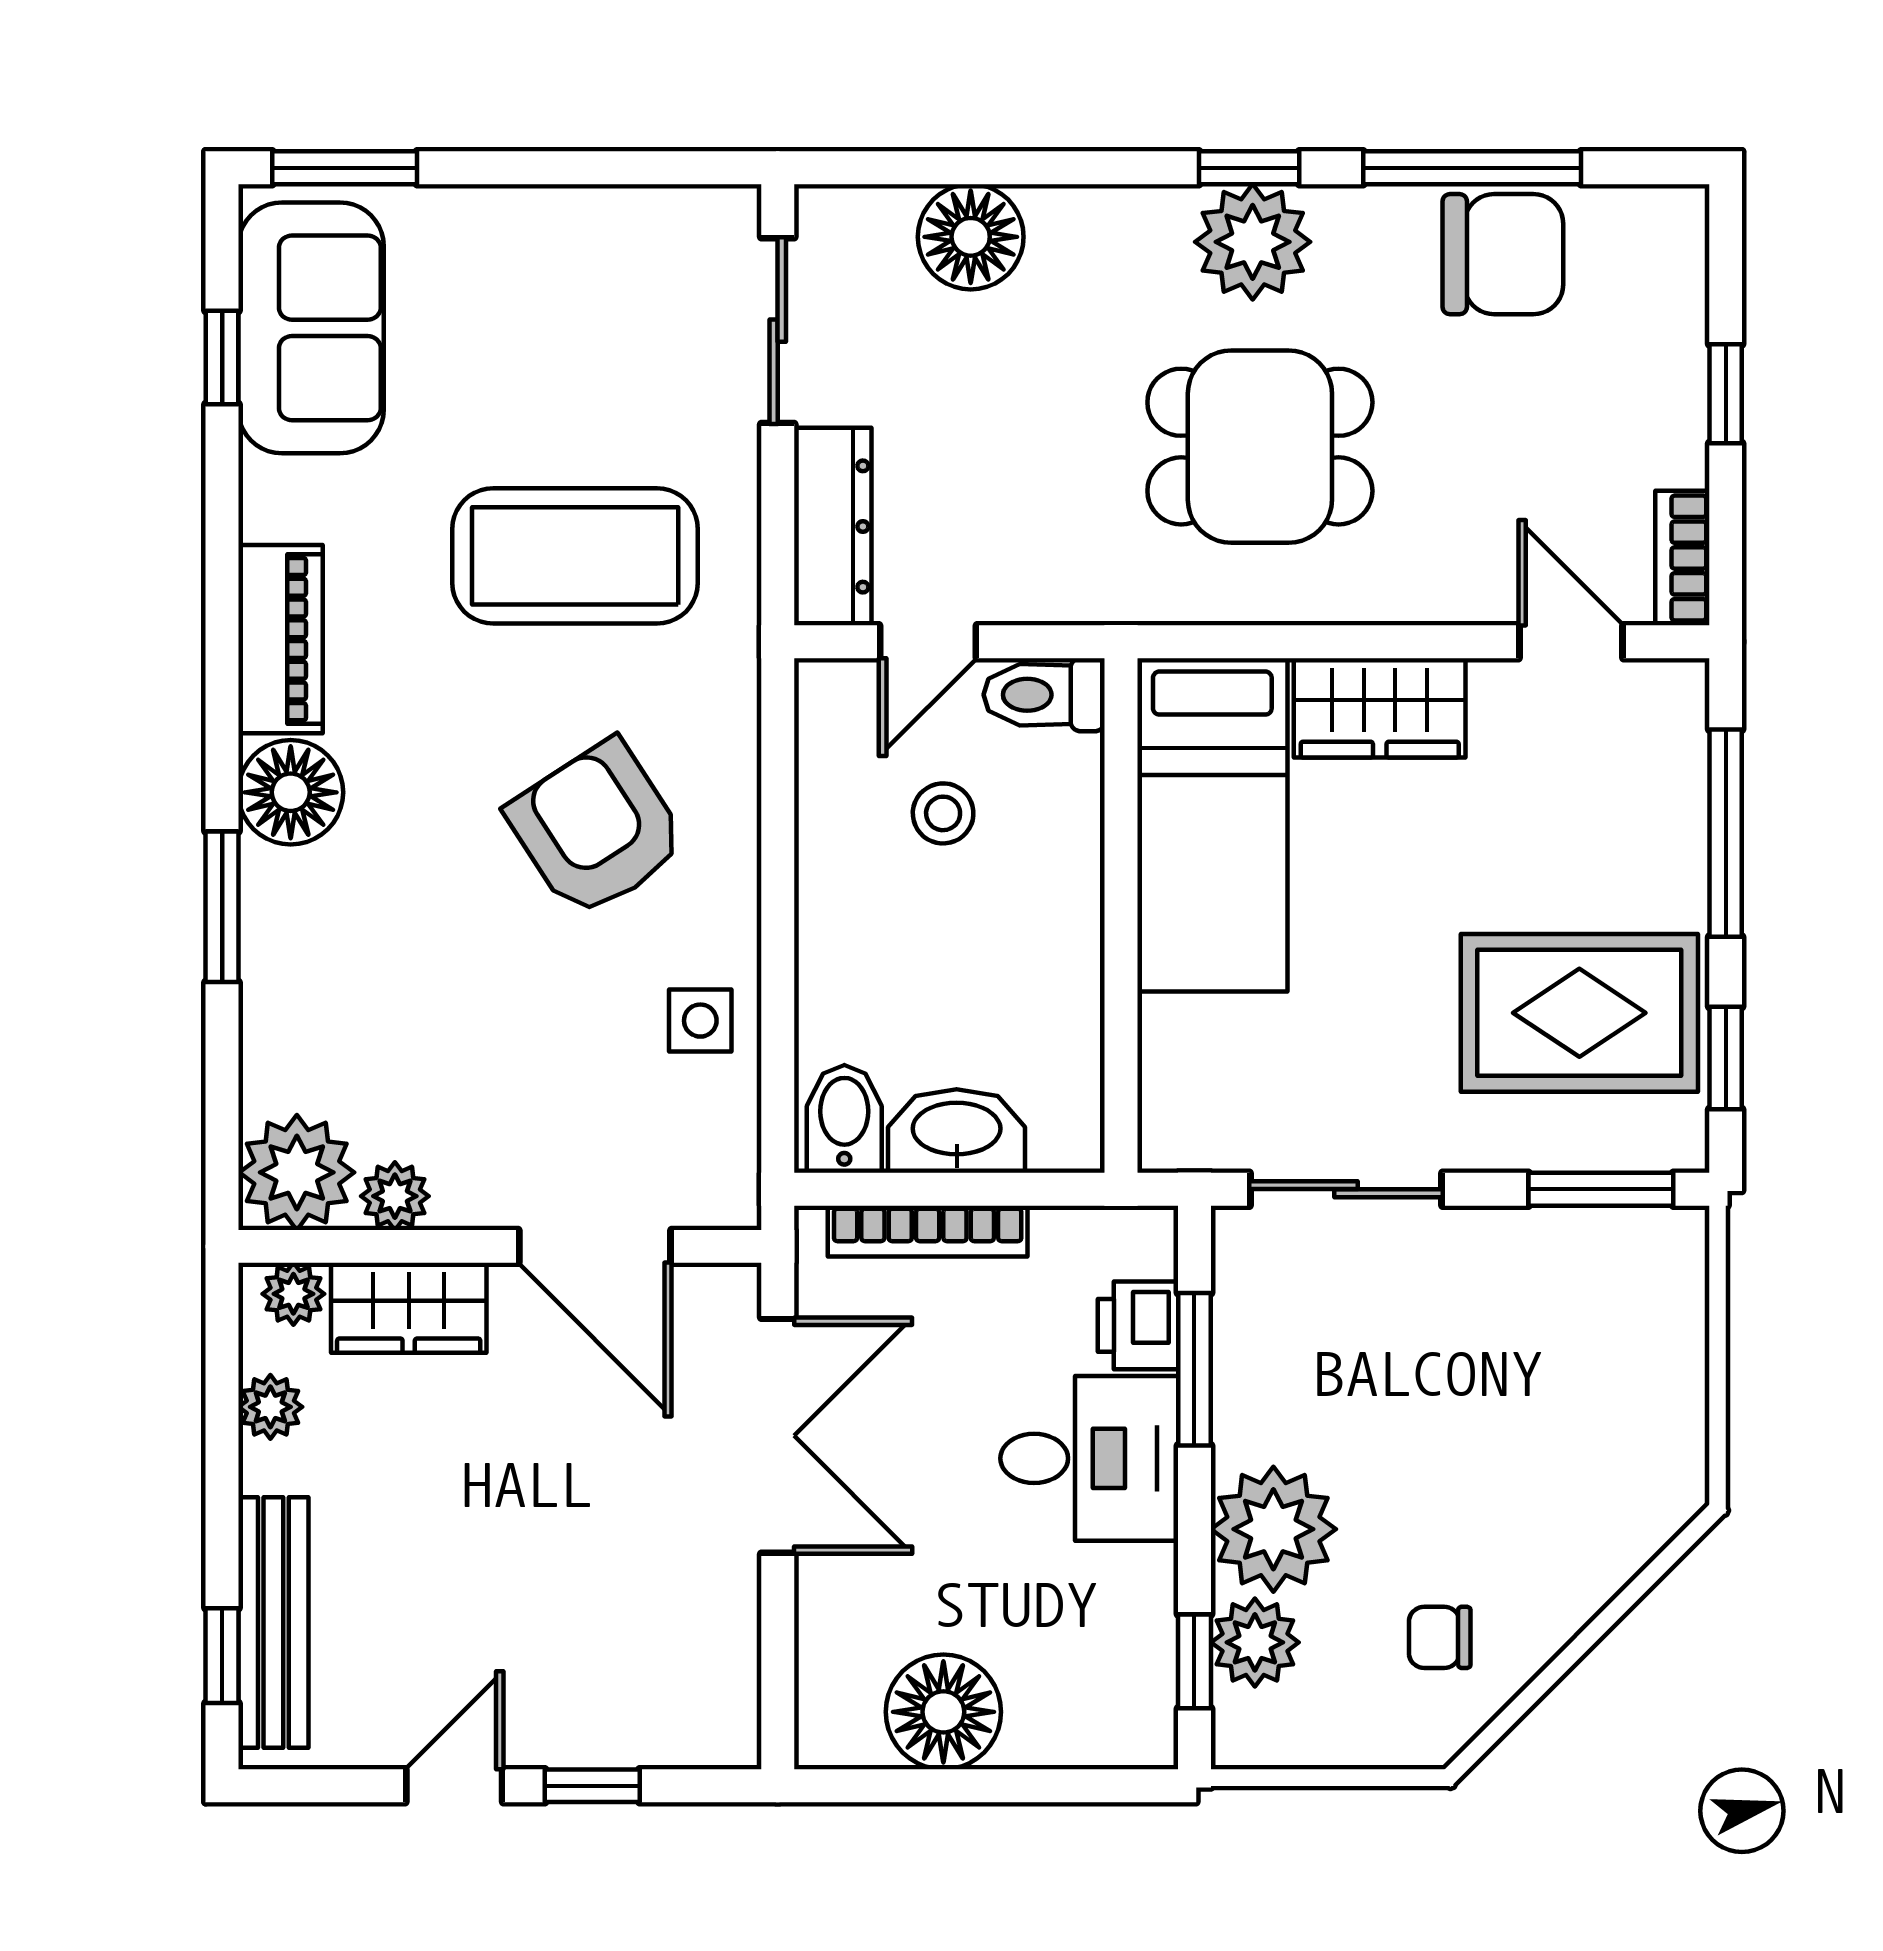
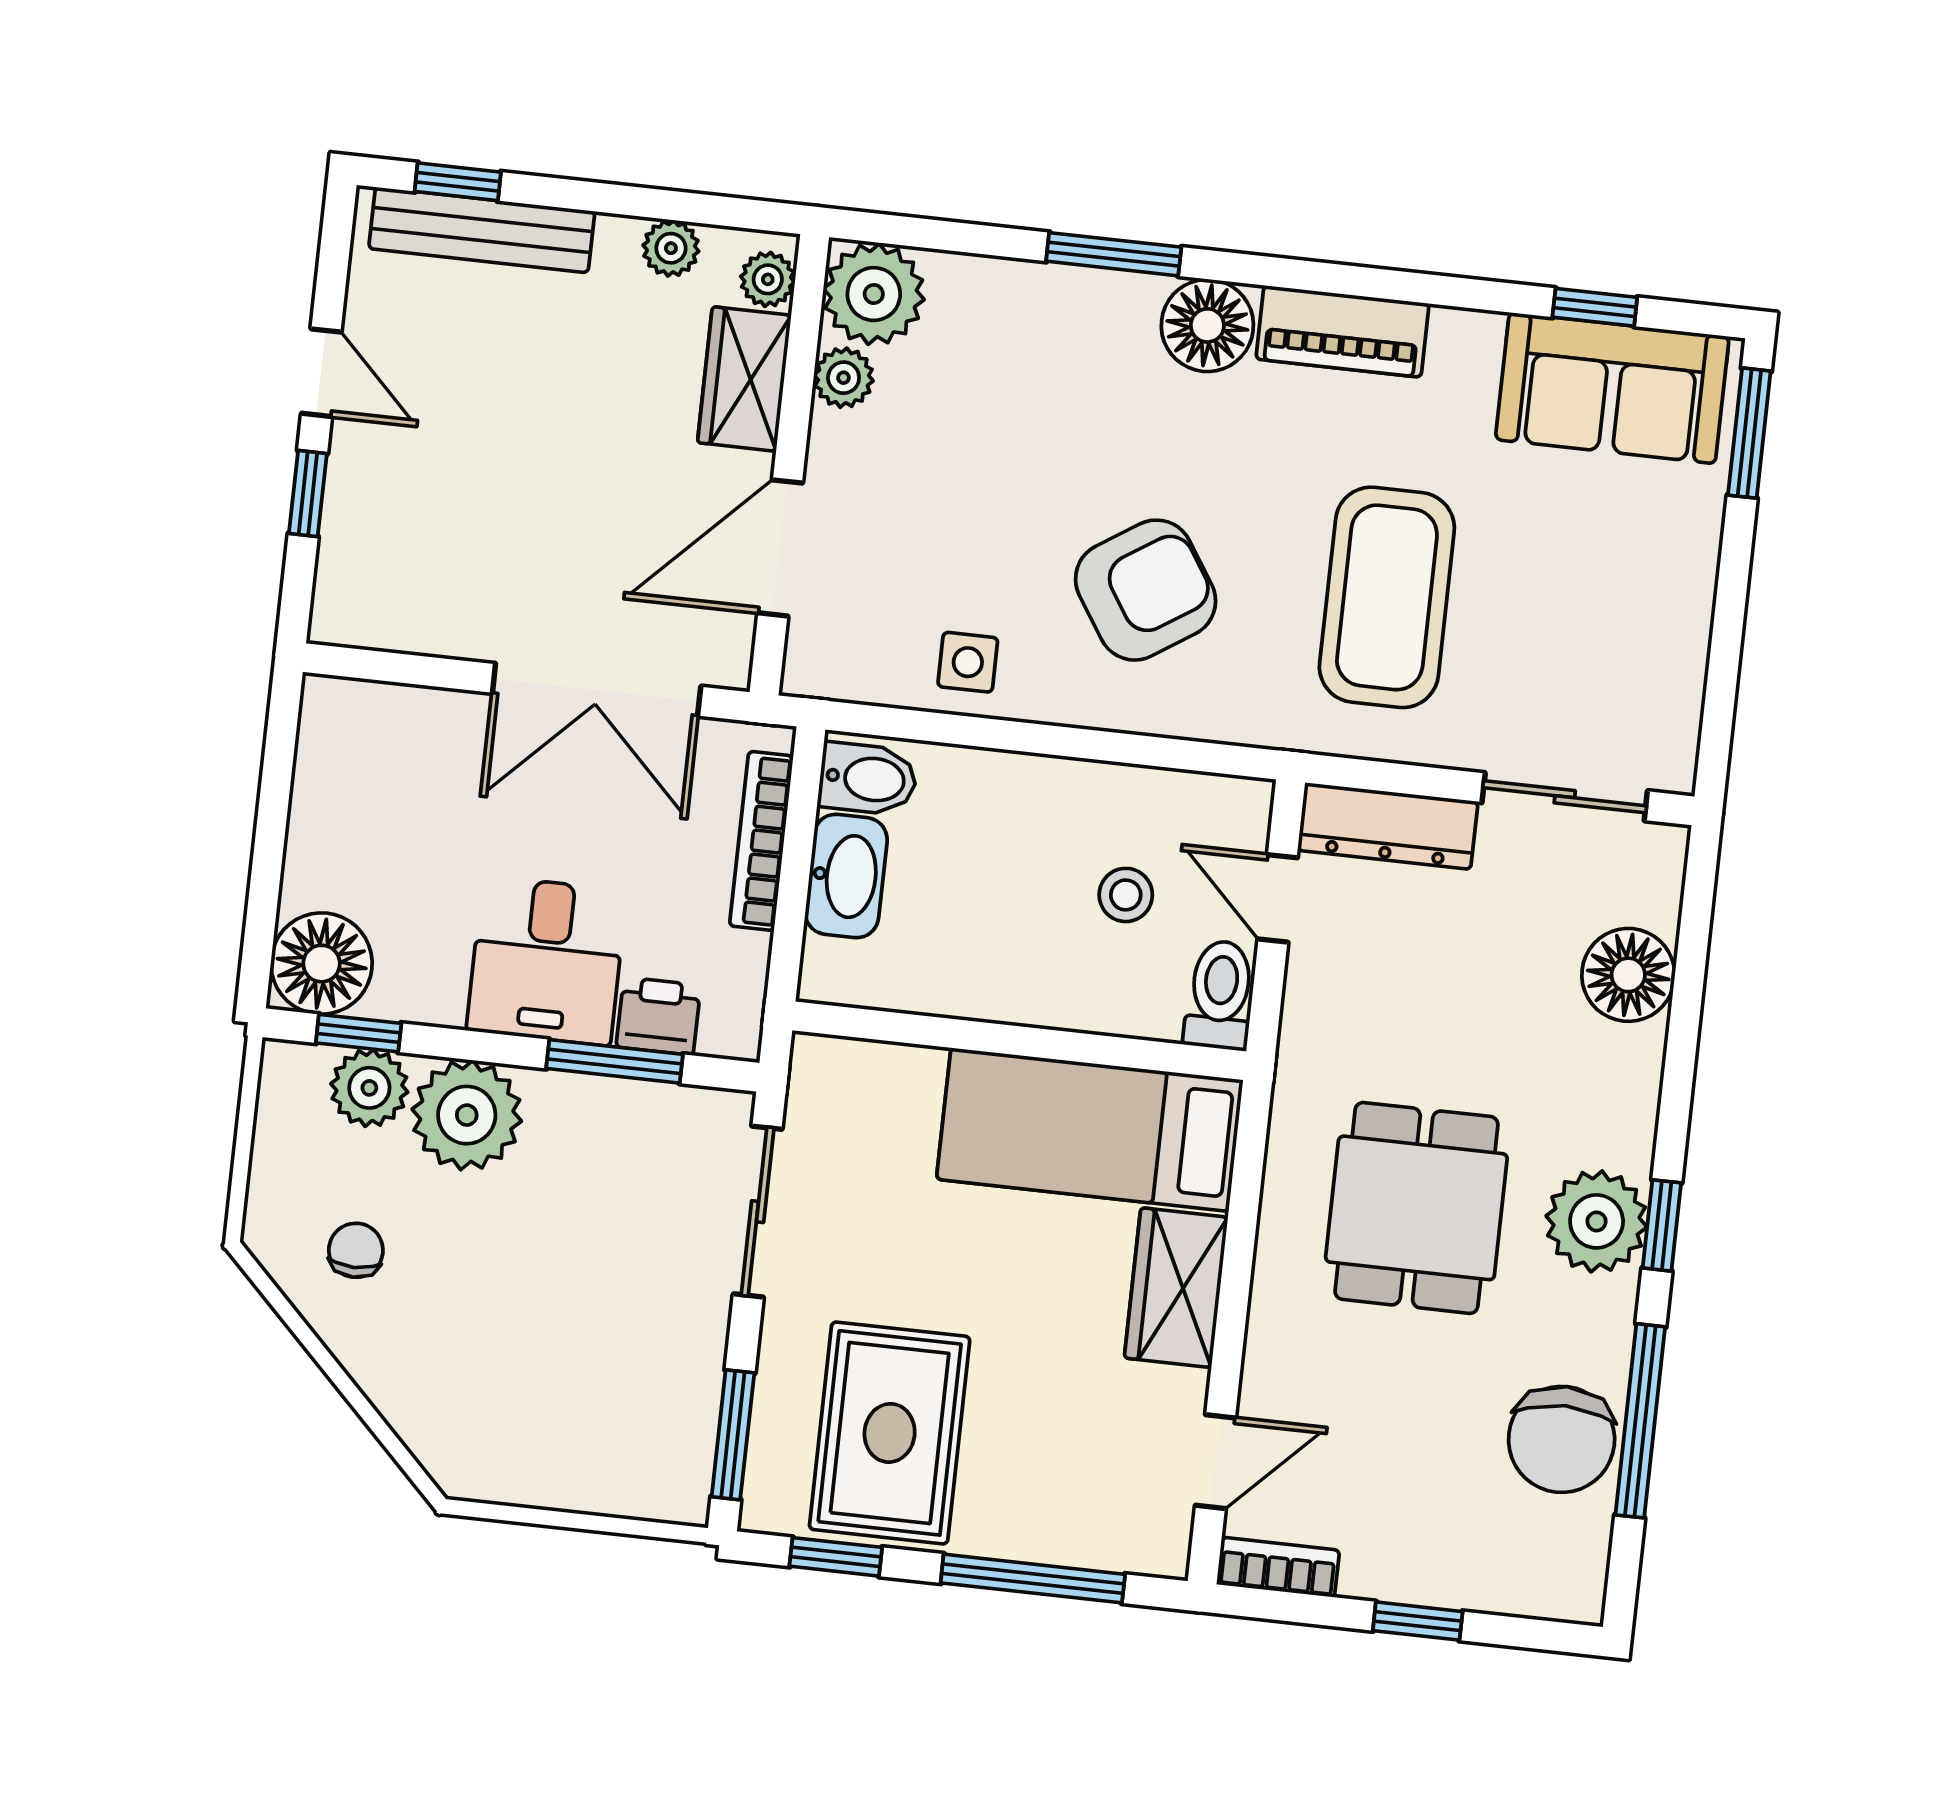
floor lamp: (943, 1712) -> (322, 964), moved

